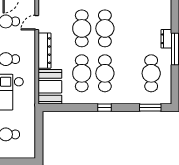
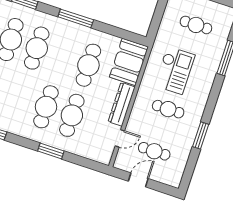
cafe table: (105, 73) -> (37, 48), moved
window: (105, 108) -> (76, 18), width x2.17

